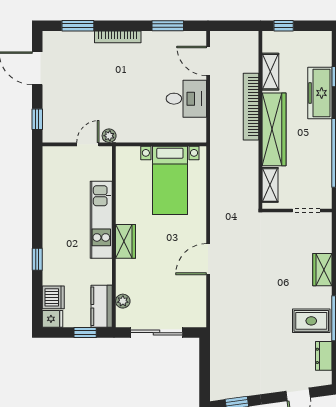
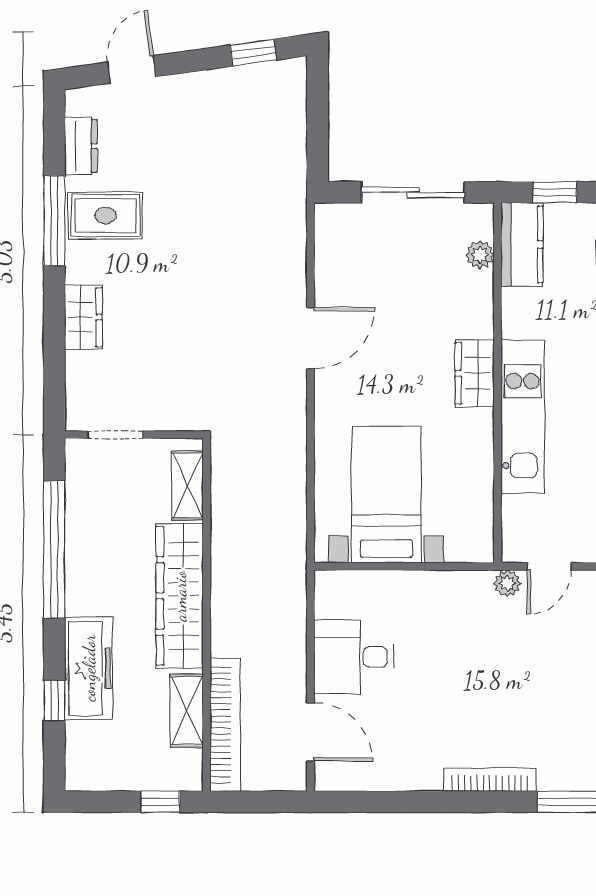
window: (168, 26) -> (391, 802), removed
bookcase: (251, 107) -> (225, 725), moved

